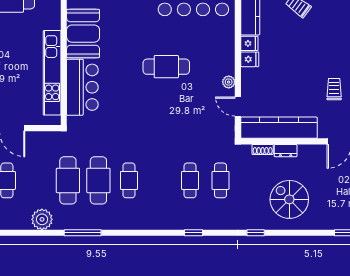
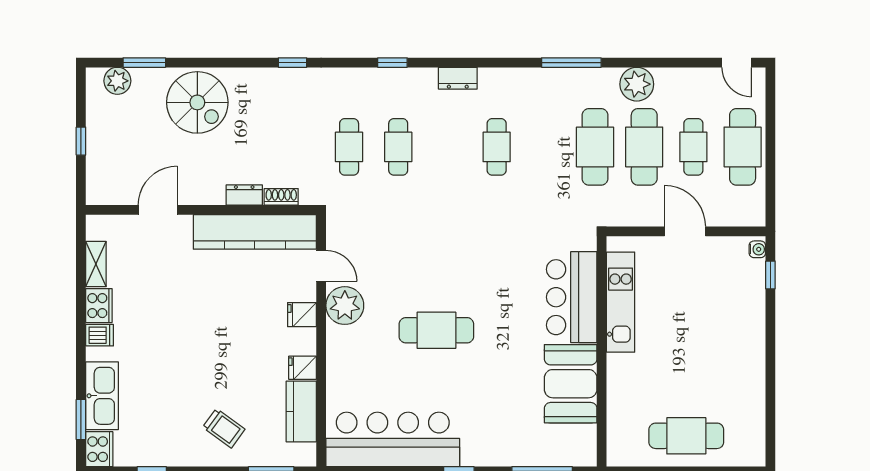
fridge: (250, 59) -> (302, 315), moved
kitchen unit: (52, 73) -> (621, 302), width x0.73
plant: (229, 82) -> (345, 306), width x1.88, depth x1.88
trolley: (334, 89) -> (166, 294), removed
cafe table: (98, 180) -> (644, 147), moved
spiral stairs: (289, 199) -> (197, 102), moved
dresser: (153, 223) -> (458, 78), added

